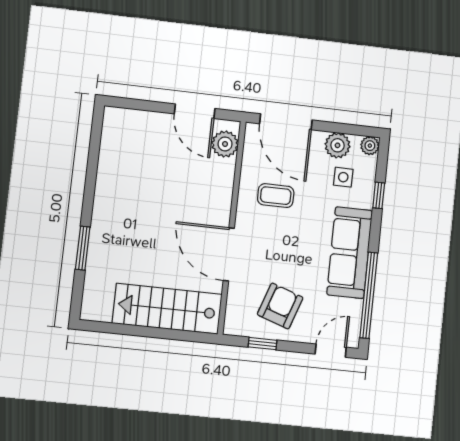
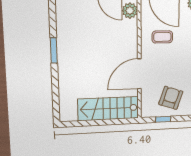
window: (83, 248) -> (54, 50), moved
door: (229, 254) -> (139, 74), hinge flipped

